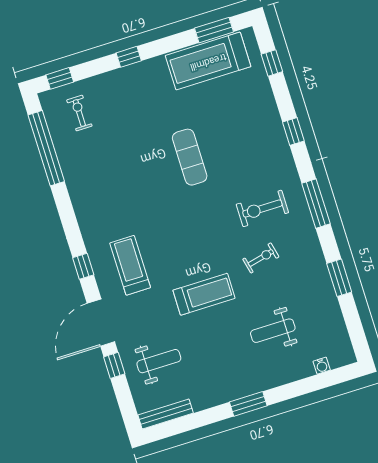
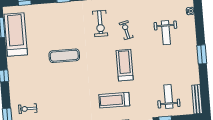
treadmill: (208, 61) -> (16, 34), turned 180
treadmill: (204, 294) -> (125, 65), moved

